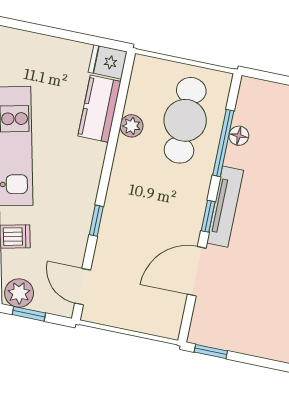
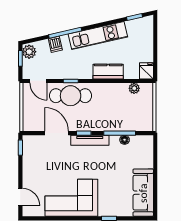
kitchen counter: (99, 109) -> (108, 72), moved
cafe table: (185, 120) -> (71, 96), moved
plant: (132, 126) -> (134, 88), moved
door: (83, 287) -> (38, 81), swing flipped

